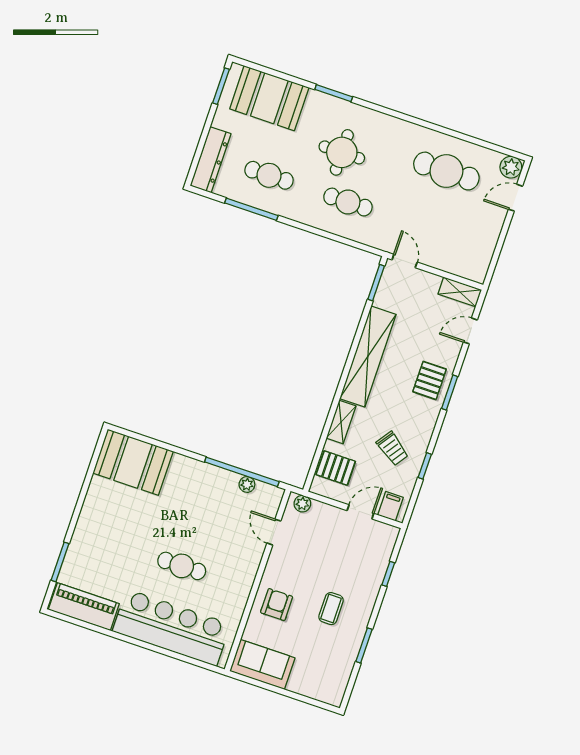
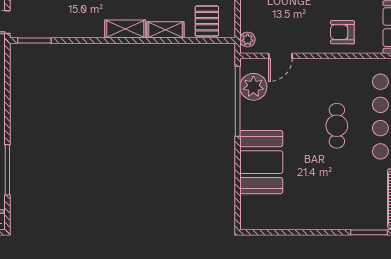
shelving: (368, 356) -> (125, 29), width x0.45, depth x0.75
booth: (133, 462) -> (261, 162), moved
plant: (247, 484) -> (253, 87), width x1.88, depth x1.88

